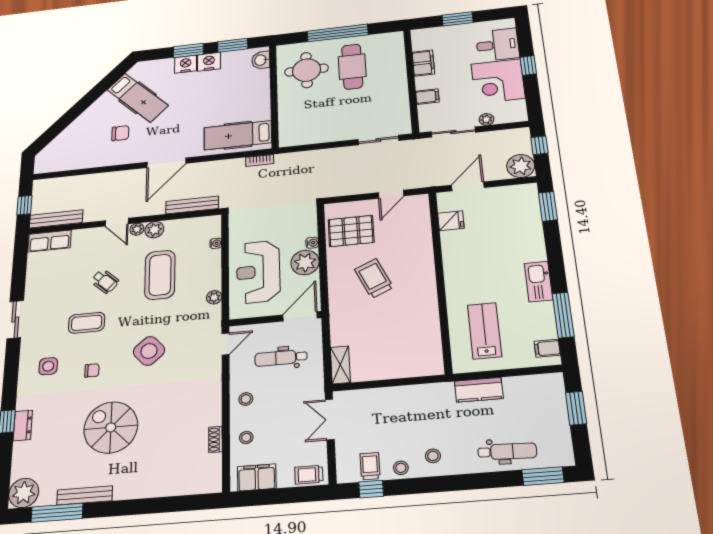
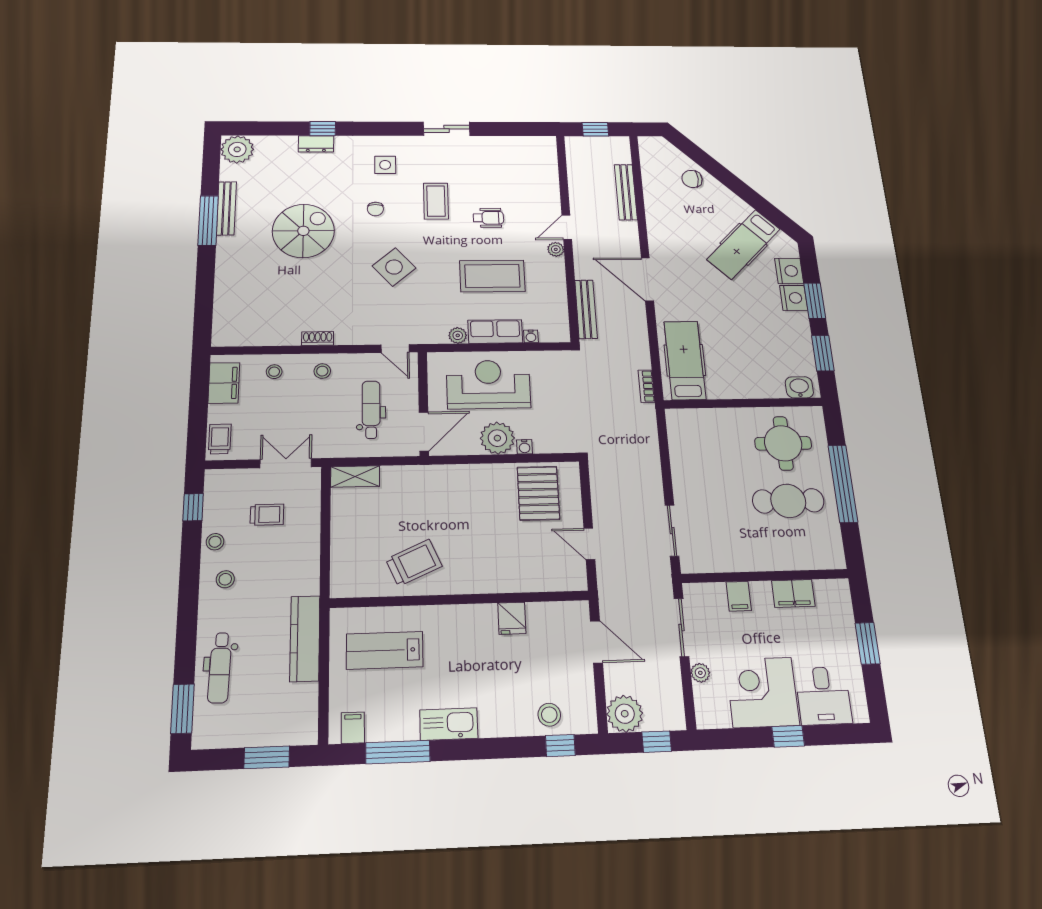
nightstand: (209, 62) -> (789, 271), moved
chair: (120, 133) -> (692, 179), moved, turned 90
window: (548, 206) -> (560, 746), width x0.67
stool: (526, 215) -> (549, 715), added
bench: (56, 219) -> (626, 192), moved
fridge: (451, 221) -> (512, 618), moved
plant: (154, 230) -> (554, 268), removed
row of seats: (50, 241) -> (495, 332), moved, turned 90
trolley: (374, 278) -> (414, 563), moved
wheelchair: (105, 281) -> (488, 218), turned -132
door: (300, 316) -> (424, 431), hinge flipped
lab bench: (484, 331) -> (385, 650), turned 180
kitchen counter: (479, 390) -> (305, 638), width x1.50
shoe rack: (215, 439) -> (318, 339), moved
trolley: (370, 466) -> (267, 515), moved
window: (57, 513) -> (208, 221), moved

